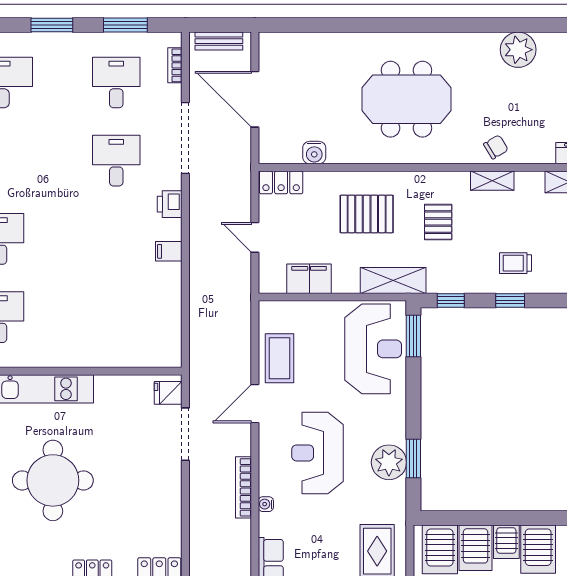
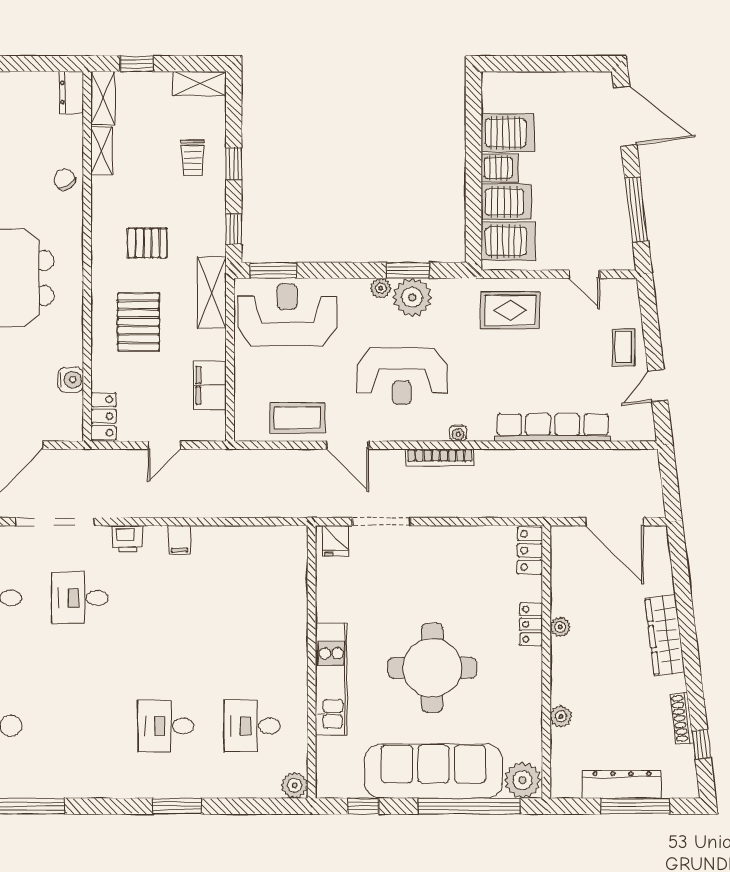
shelving: (492, 181) -> (102, 151), moved
plant: (397, 434) -> (381, 288), added

